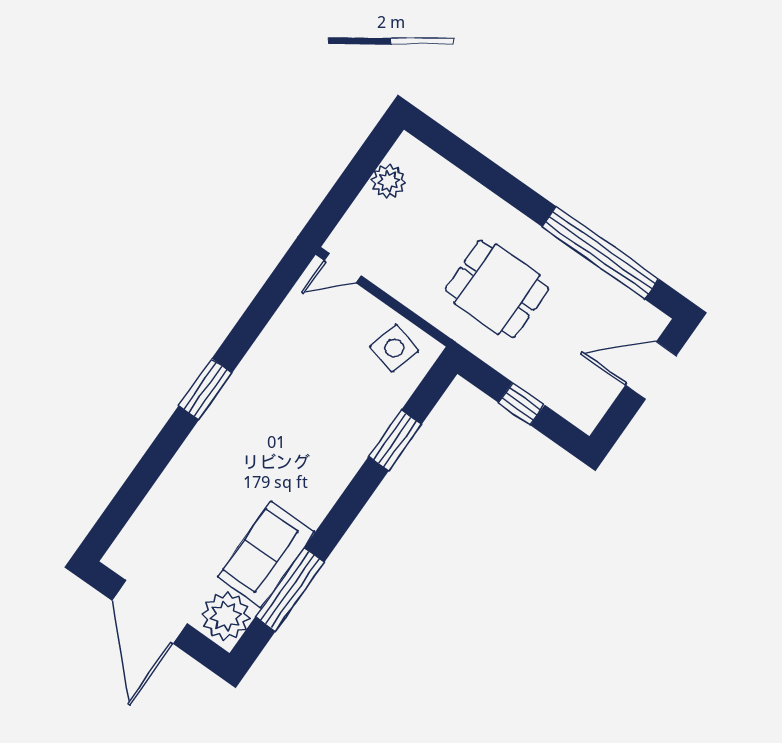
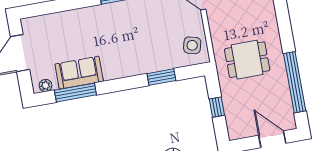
dining table: (497, 289) -> (247, 60), turned 90
plant: (226, 616) -> (46, 85), width x0.53, depth x0.53

